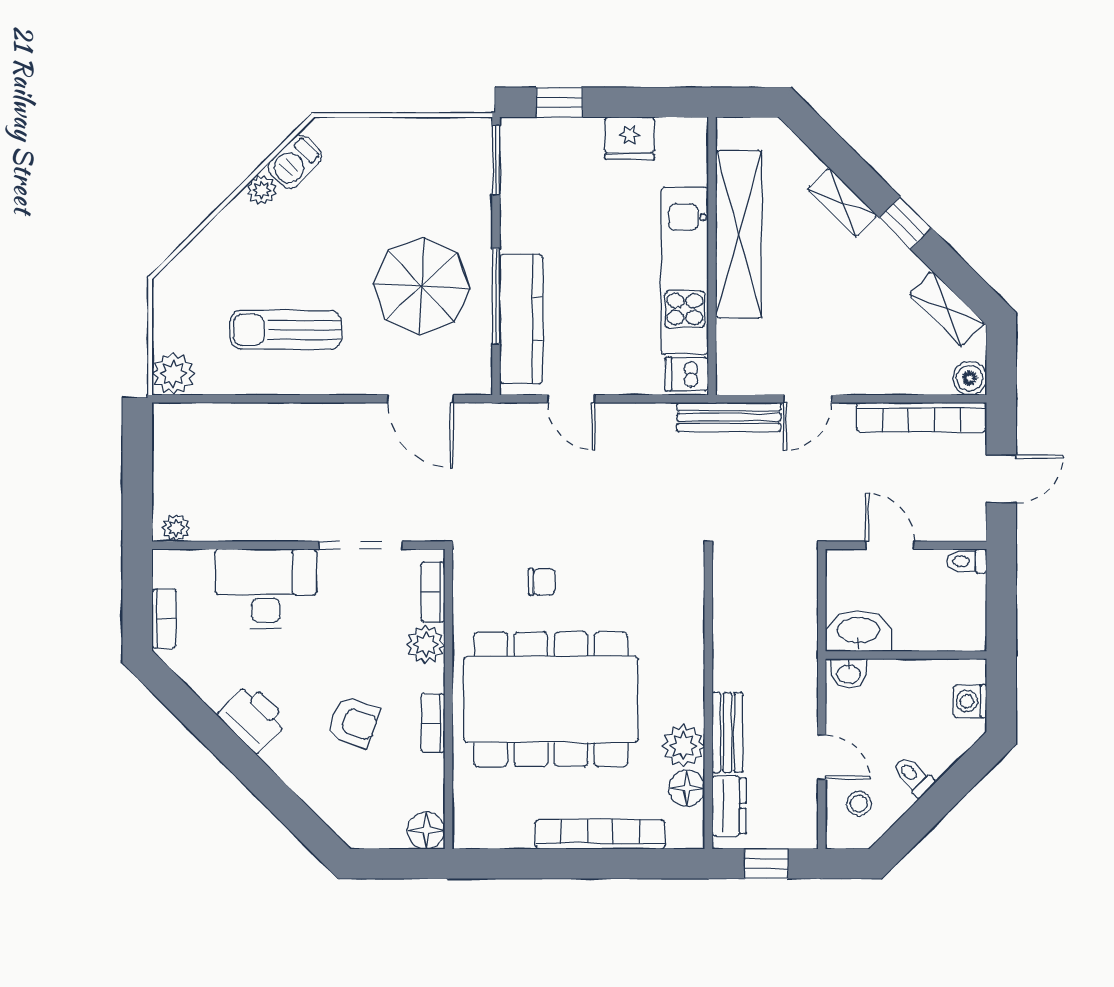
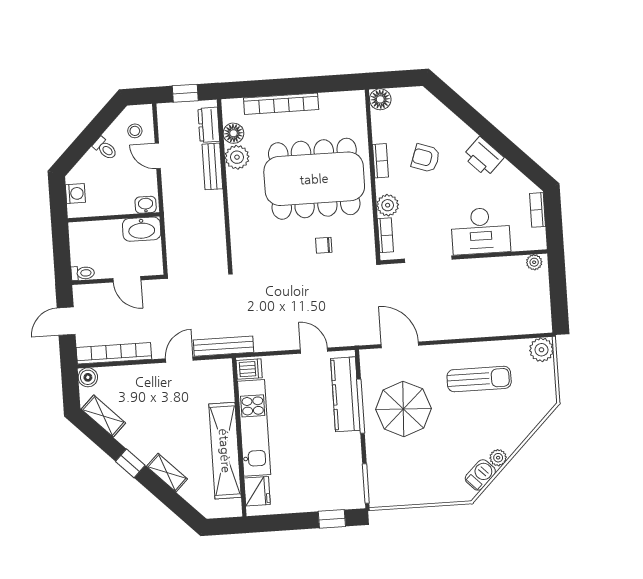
fridge: (630, 138) -> (257, 491), moved, turned 90

